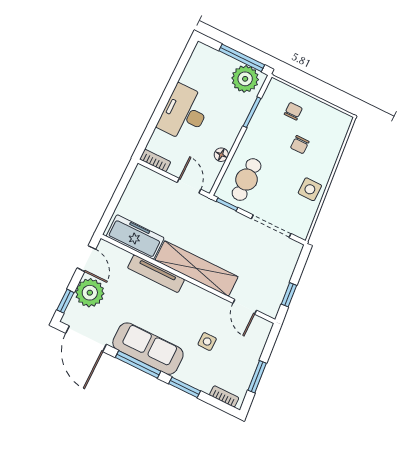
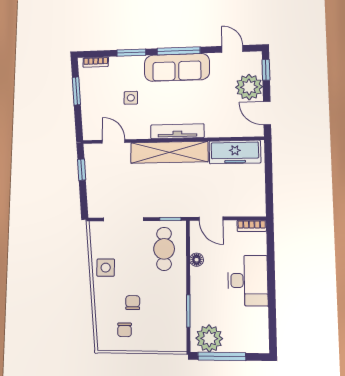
chair: (293, 111) -> (125, 330), moved
tv unit: (156, 274) -> (177, 131), moved
door: (86, 339) -> (232, 49), width x0.53

